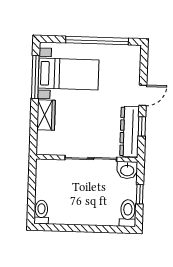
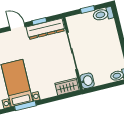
window: (35, 77) -> (25, 106), width x0.69
wardrobe: (46, 115) -> (67, 87), moved
washbasin: (127, 170) -> (87, 81), moved

